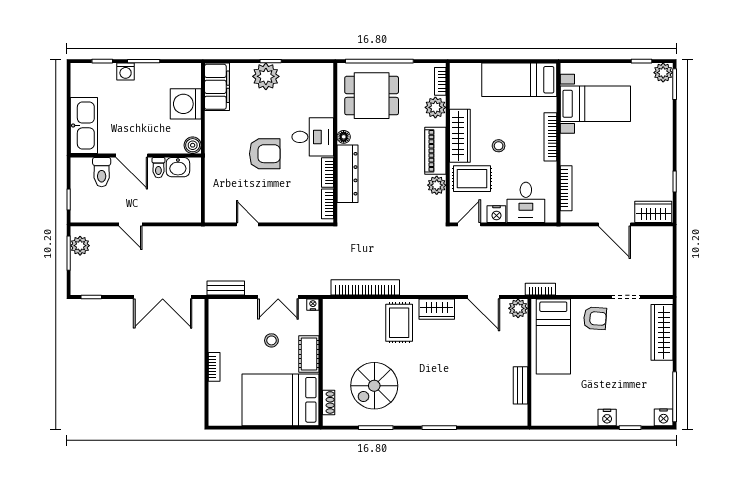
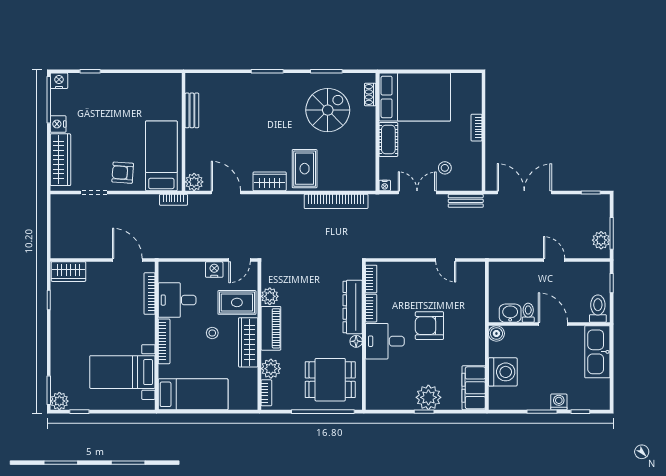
toilet: (102, 172) -> (598, 309), moved
desk: (526, 202) -> (177, 300), moved, turned -90
door: (614, 224) -> (127, 260), moved
stool: (271, 340) -> (445, 168), moved
nightstand: (607, 417) -> (58, 124), moved, turned -90

